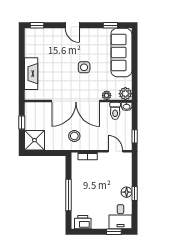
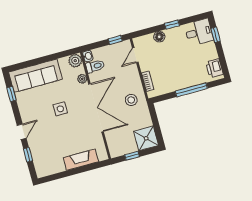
window: (37, 25) -> (28, 155), moved
floor lamp: (127, 192) -> (159, 37), moved

